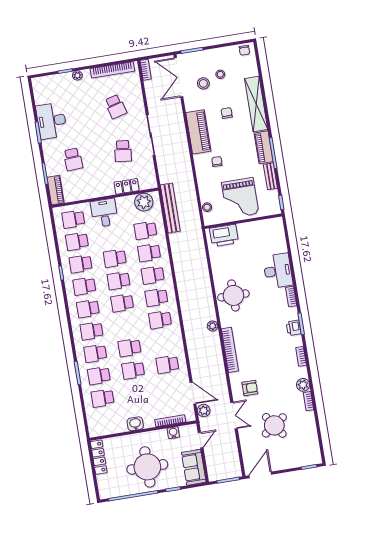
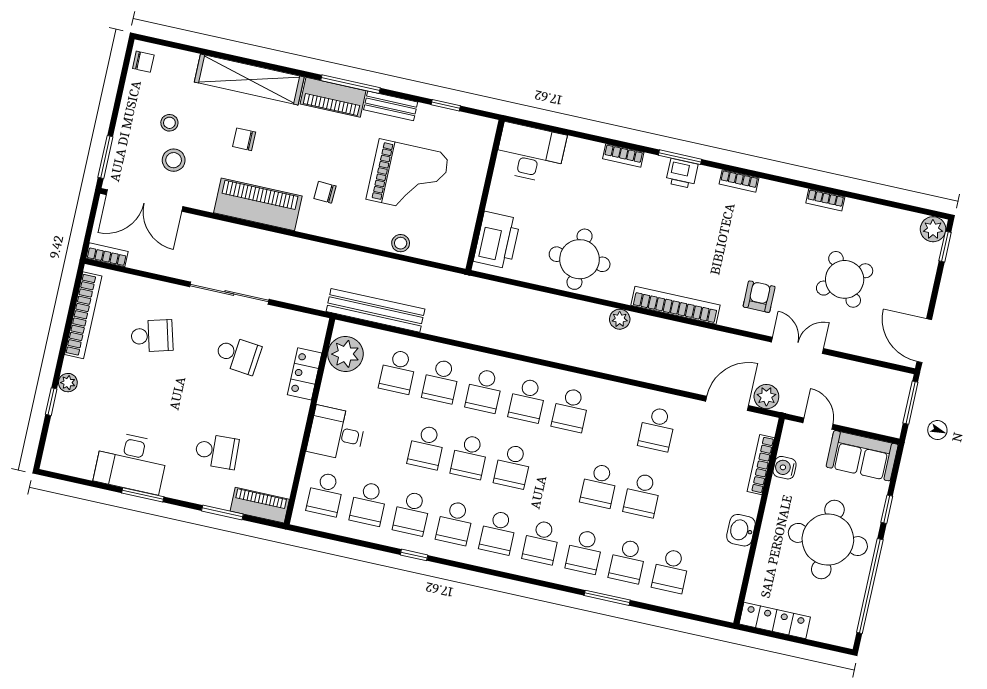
wall: (243, 221) -> (485, 195), moved
printer: (224, 236) -> (497, 240), moved
desk: (278, 271) -> (530, 153), moved
plant: (303, 385) -> (933, 229), moved

